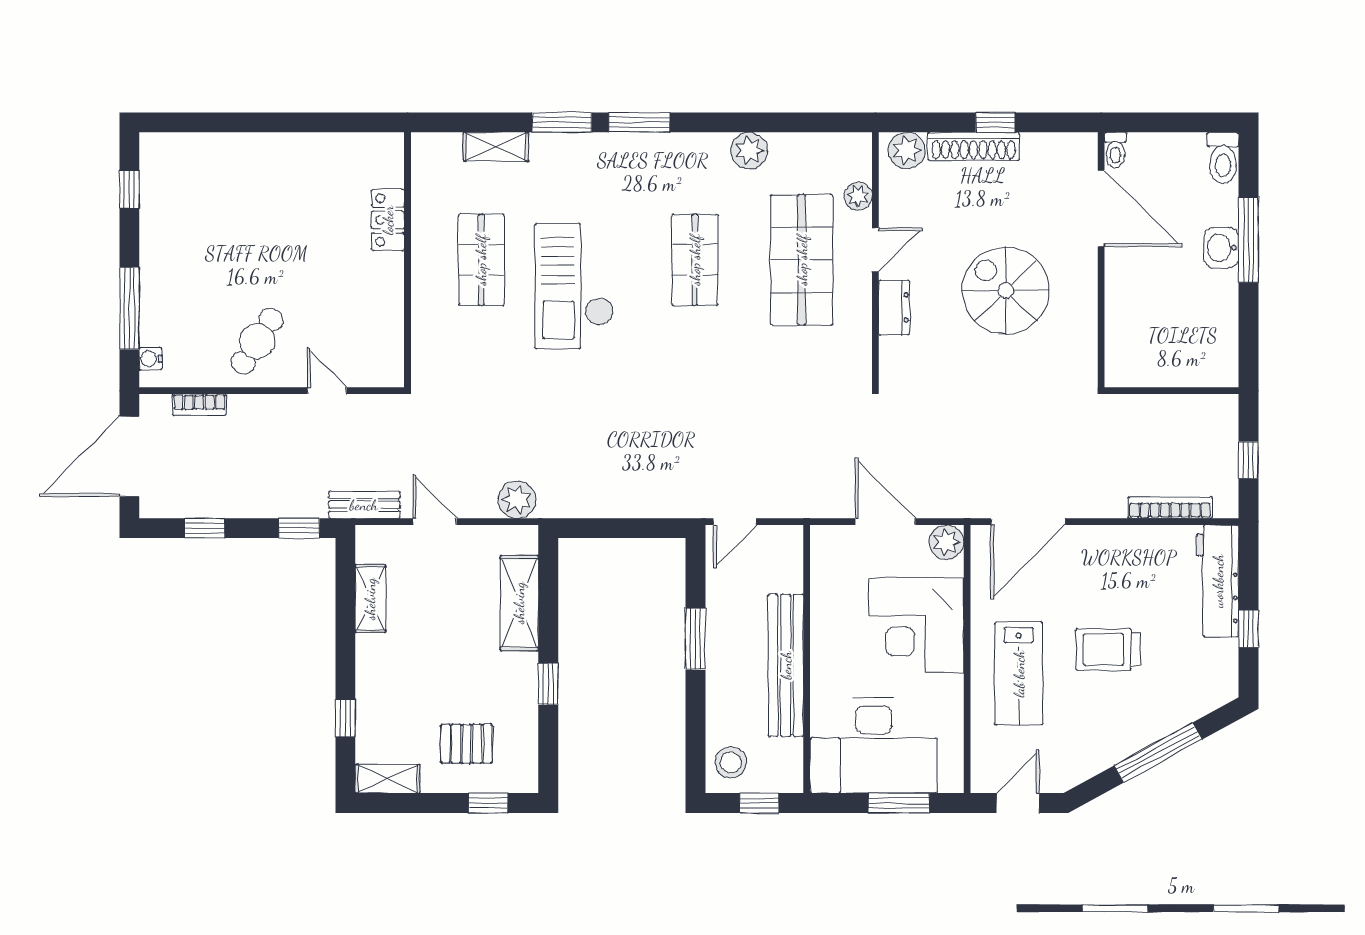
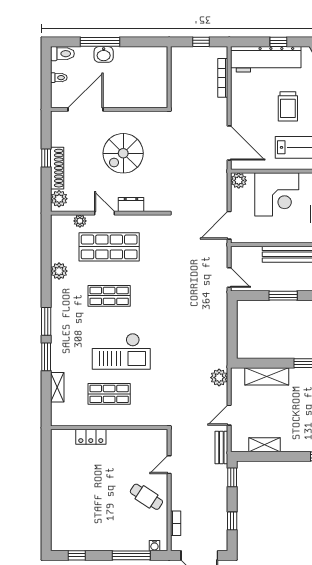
toilet: (1115, 150) -> (59, 78), moved
door: (885, 522) -> (229, 225), moved
workbench: (1218, 581) -> (266, 59), width x1.36, depth x1.32

